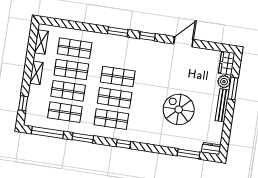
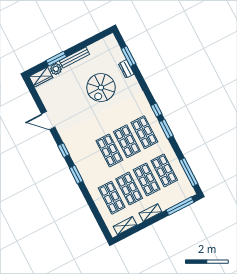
window: (23, 103) -> (180, 206), width x2.17
window: (83, 138) -> (166, 129), moved
dresser: (211, 149) -> (126, 69), moved

